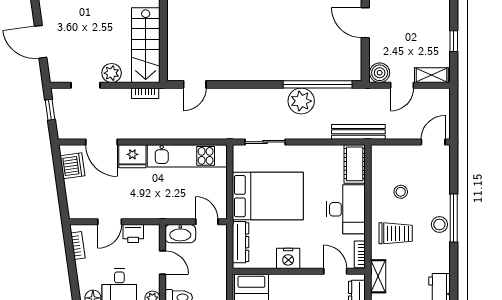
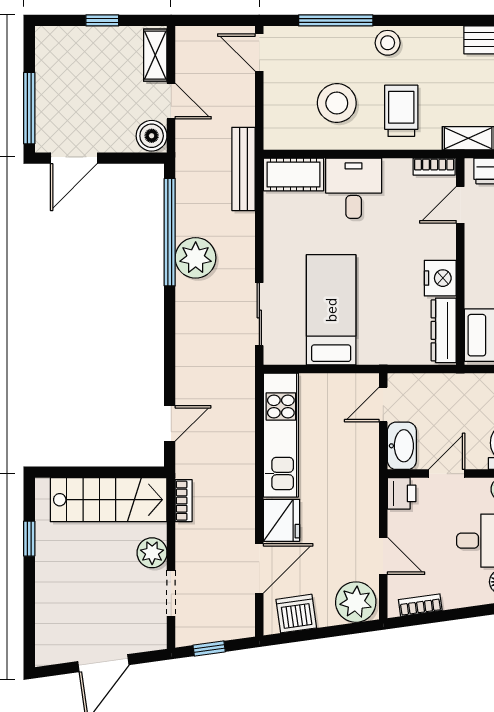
door: (195, 84) -> (170, 423), hinge flipped
stool: (401, 192) -> (337, 103), width x1.89, depth x1.89
bed: (268, 196) -> (331, 310), width x0.67
plant: (80, 204) -> (356, 602), added
desk: (346, 209) -> (354, 188), width x0.73
window: (454, 218) -> (336, 20), moved
printer: (133, 233) -> (402, 493), moved
dresser: (241, 242) -> (444, 330), moved, turned -90

